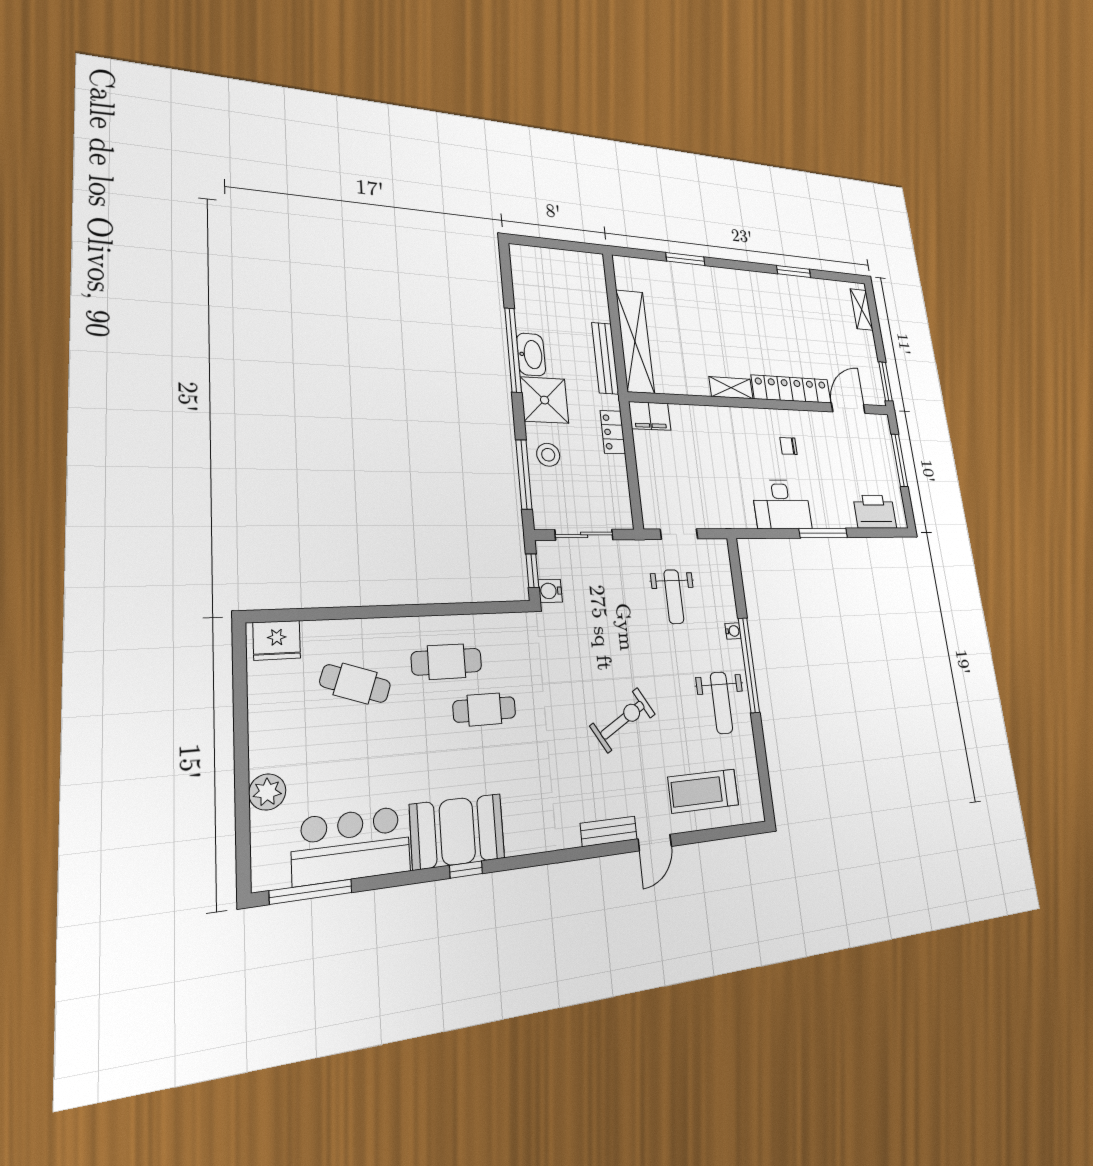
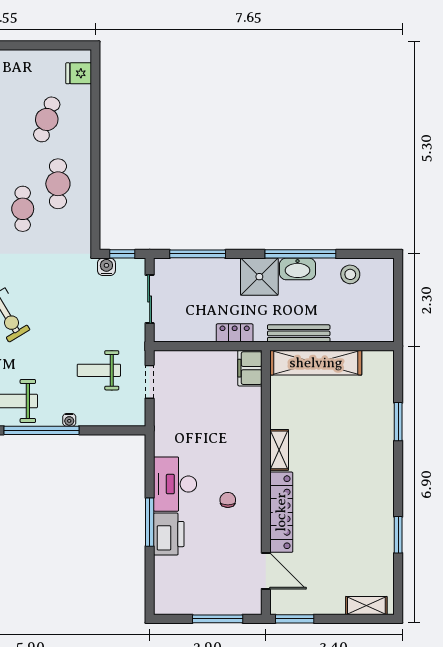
stool: (548, 455) -> (350, 274), moved
printer: (875, 512) -> (169, 534), moved
fridge: (277, 640) -> (79, 73), width x0.72

